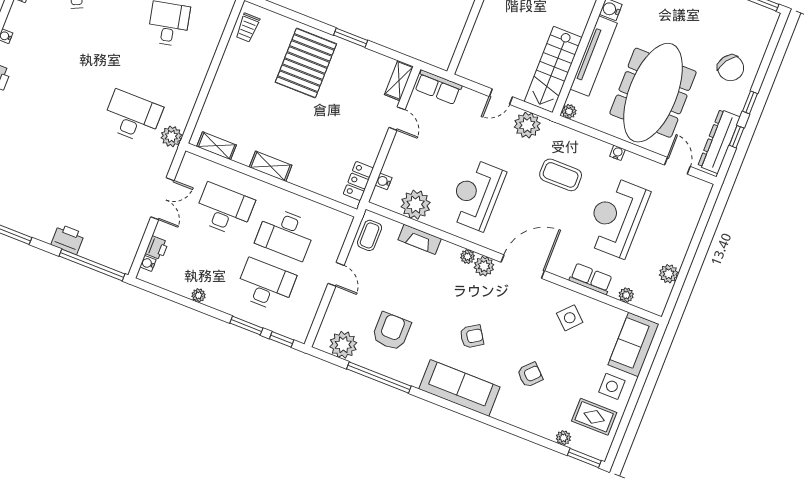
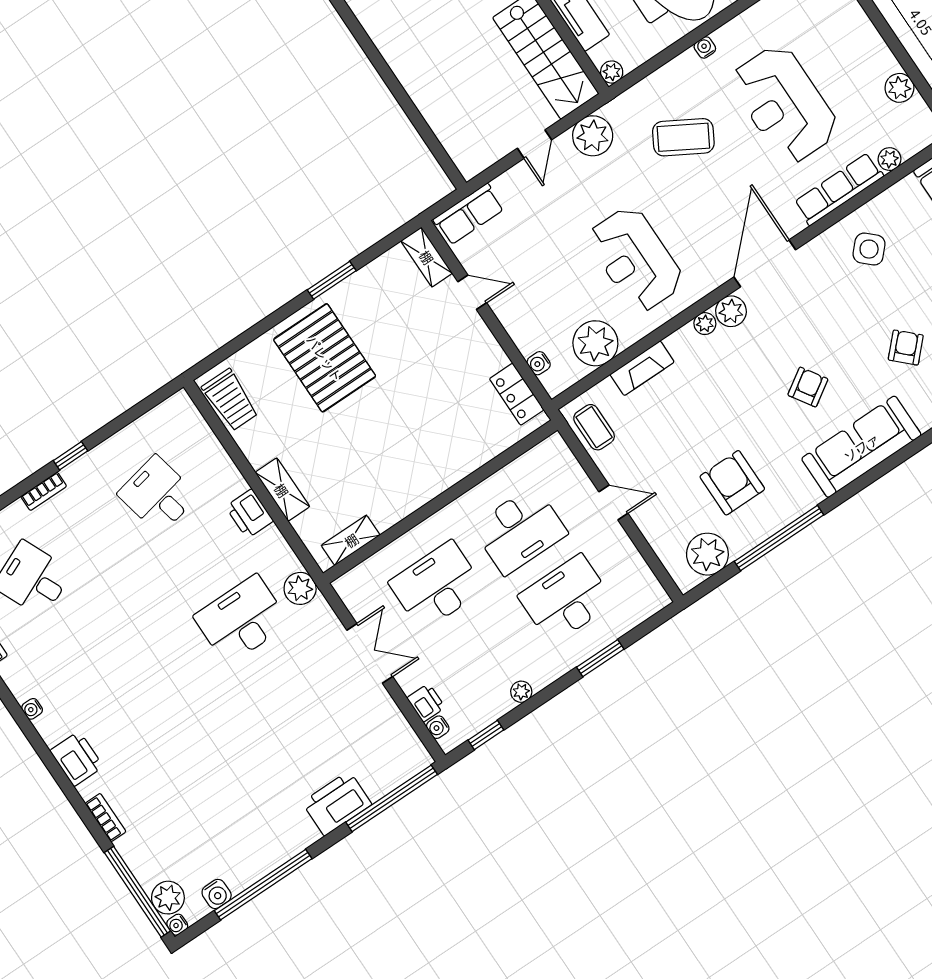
trolley: (248, 28) -> (230, 400), width x1.36, depth x1.39
printer: (193, 81) -> (249, 514), added
shelving: (271, 166) -> (282, 490), moved, turned 90
coffee table: (561, 175) -> (683, 137), turned 30
printer: (68, 239) -> (337, 803), width x1.37, depth x1.19
row of seats: (591, 279) -> (839, 189), width x1.48
window: (282, 339) -> (486, 735), moved

